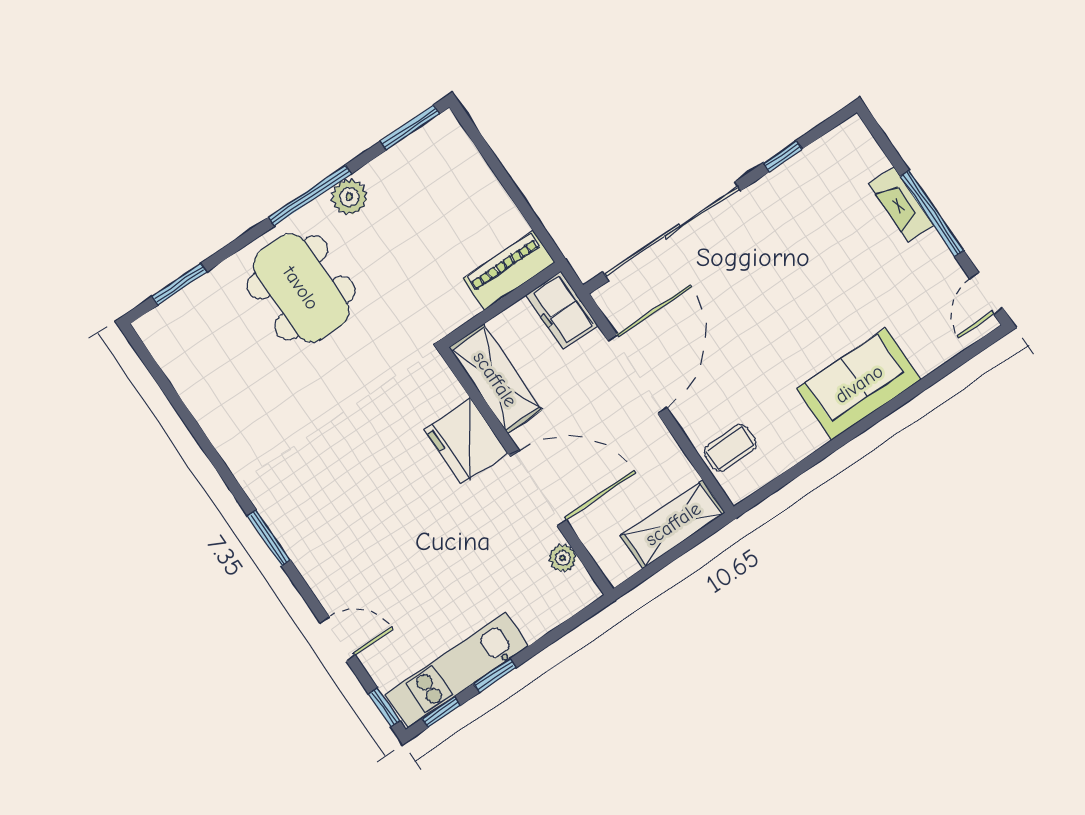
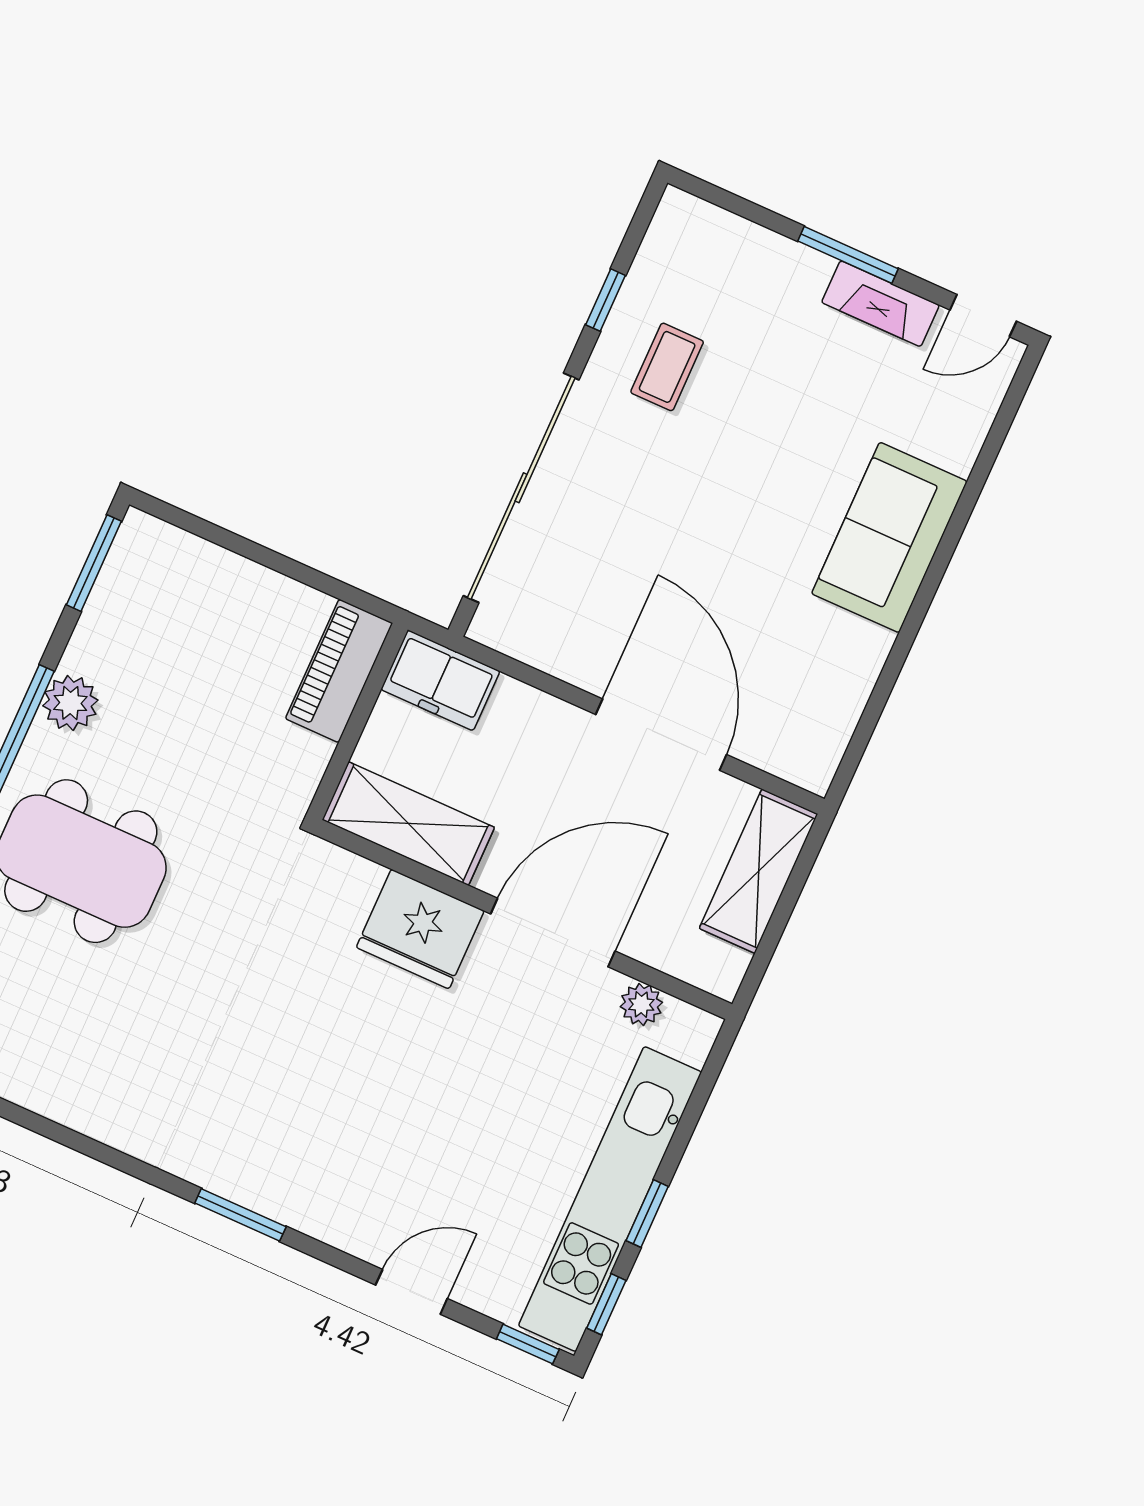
fireplace: (901, 204) -> (880, 304), moved
window: (932, 214) -> (848, 255), width x0.69
door: (986, 293) -> (983, 316), hinge flipped
door: (637, 374) -> (661, 735), moved
coffee table: (730, 448) -> (667, 367), moved
kitchen unit: (457, 670) -> (610, 1199), width x1.36

